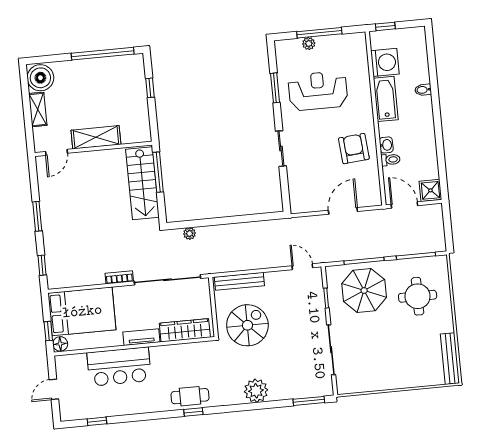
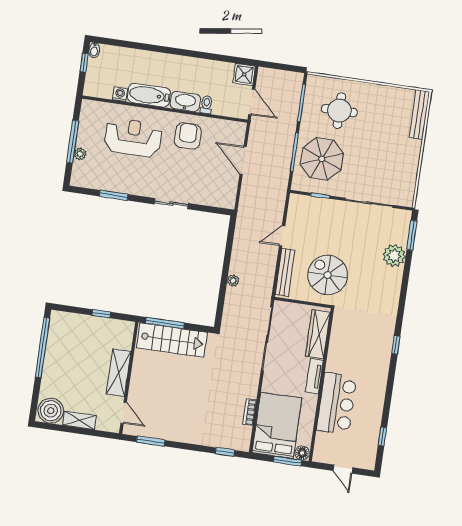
window: (385, 26) -> (84, 63), moved
washing machine: (385, 62) -> (120, 94), width x0.53, depth x0.53
window: (150, 88) -> (101, 314), moved
bidet: (423, 90) -> (94, 50), moved
reception desk: (318, 91) -> (133, 138), moved, turned 90
washbasin: (386, 145) -> (185, 101), width x1.91, depth x1.45
armchair: (354, 149) -> (188, 136), turned 95
door: (404, 205) -> (252, 102), swing flipped
window: (37, 216) -> (151, 441), moved
plant: (190, 233) -> (233, 281), moved
door: (302, 267) -> (282, 236), moved
bookcase: (119, 277) -> (250, 412), moved
window: (48, 331) -> (288, 461), width x1.50
bench: (450, 359) -> (419, 115), moved, turned 90
plant: (256, 391) -> (394, 256), moved
cafe table: (190, 396) -> (380, 344), removed

